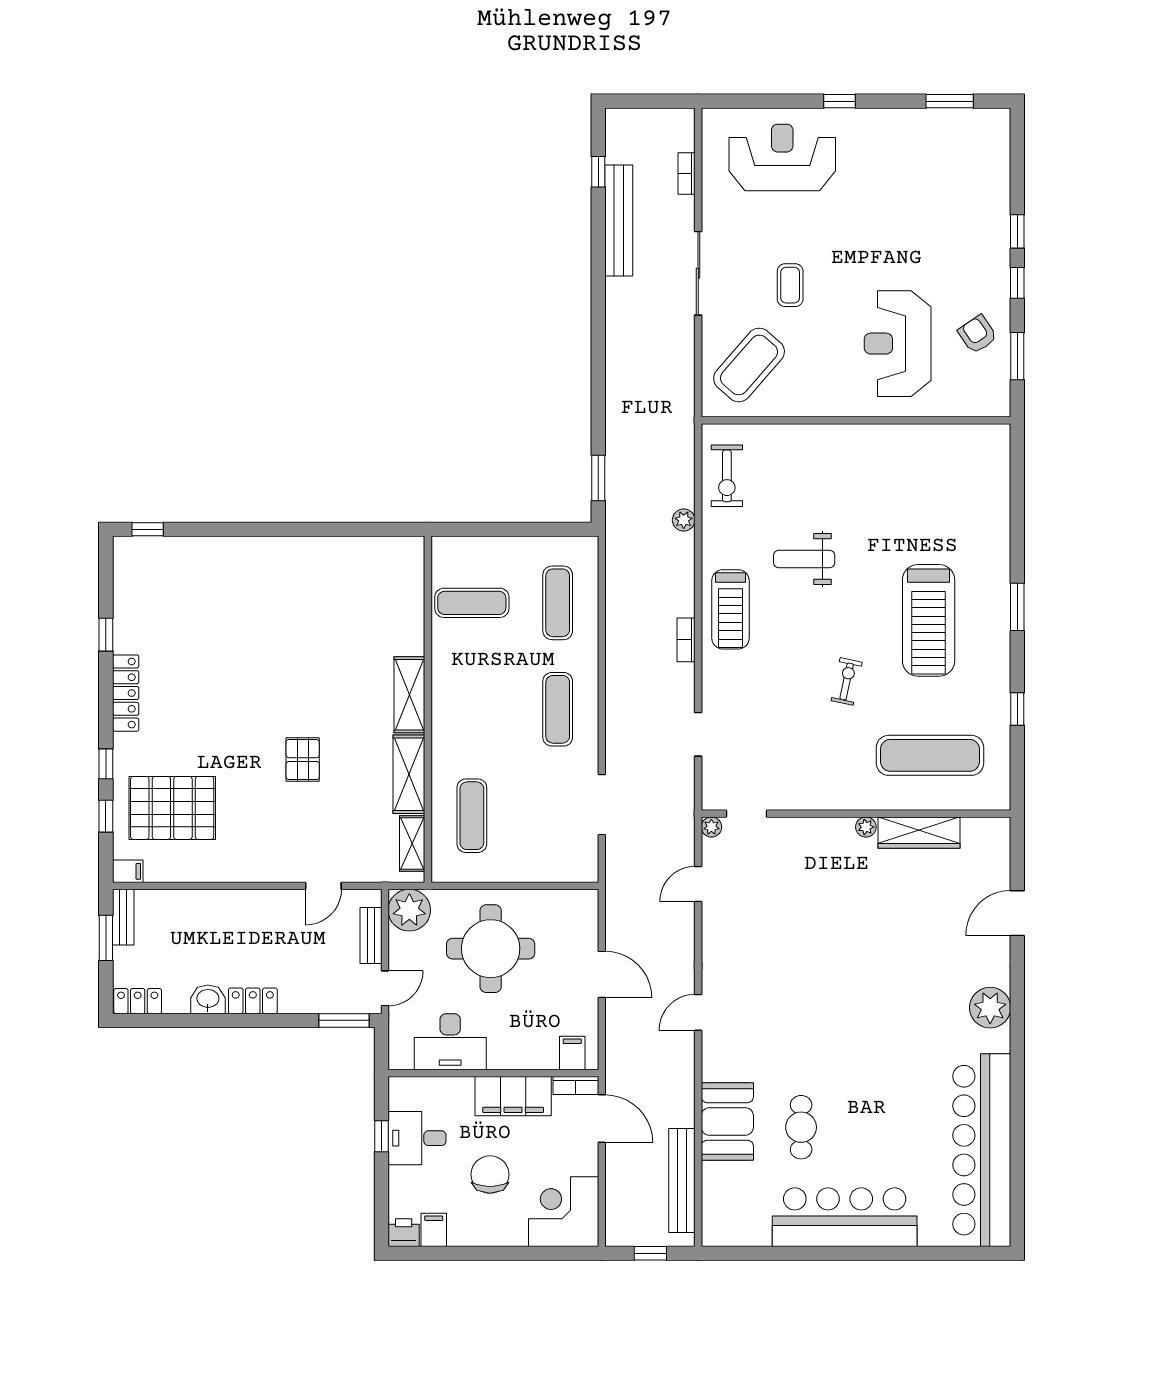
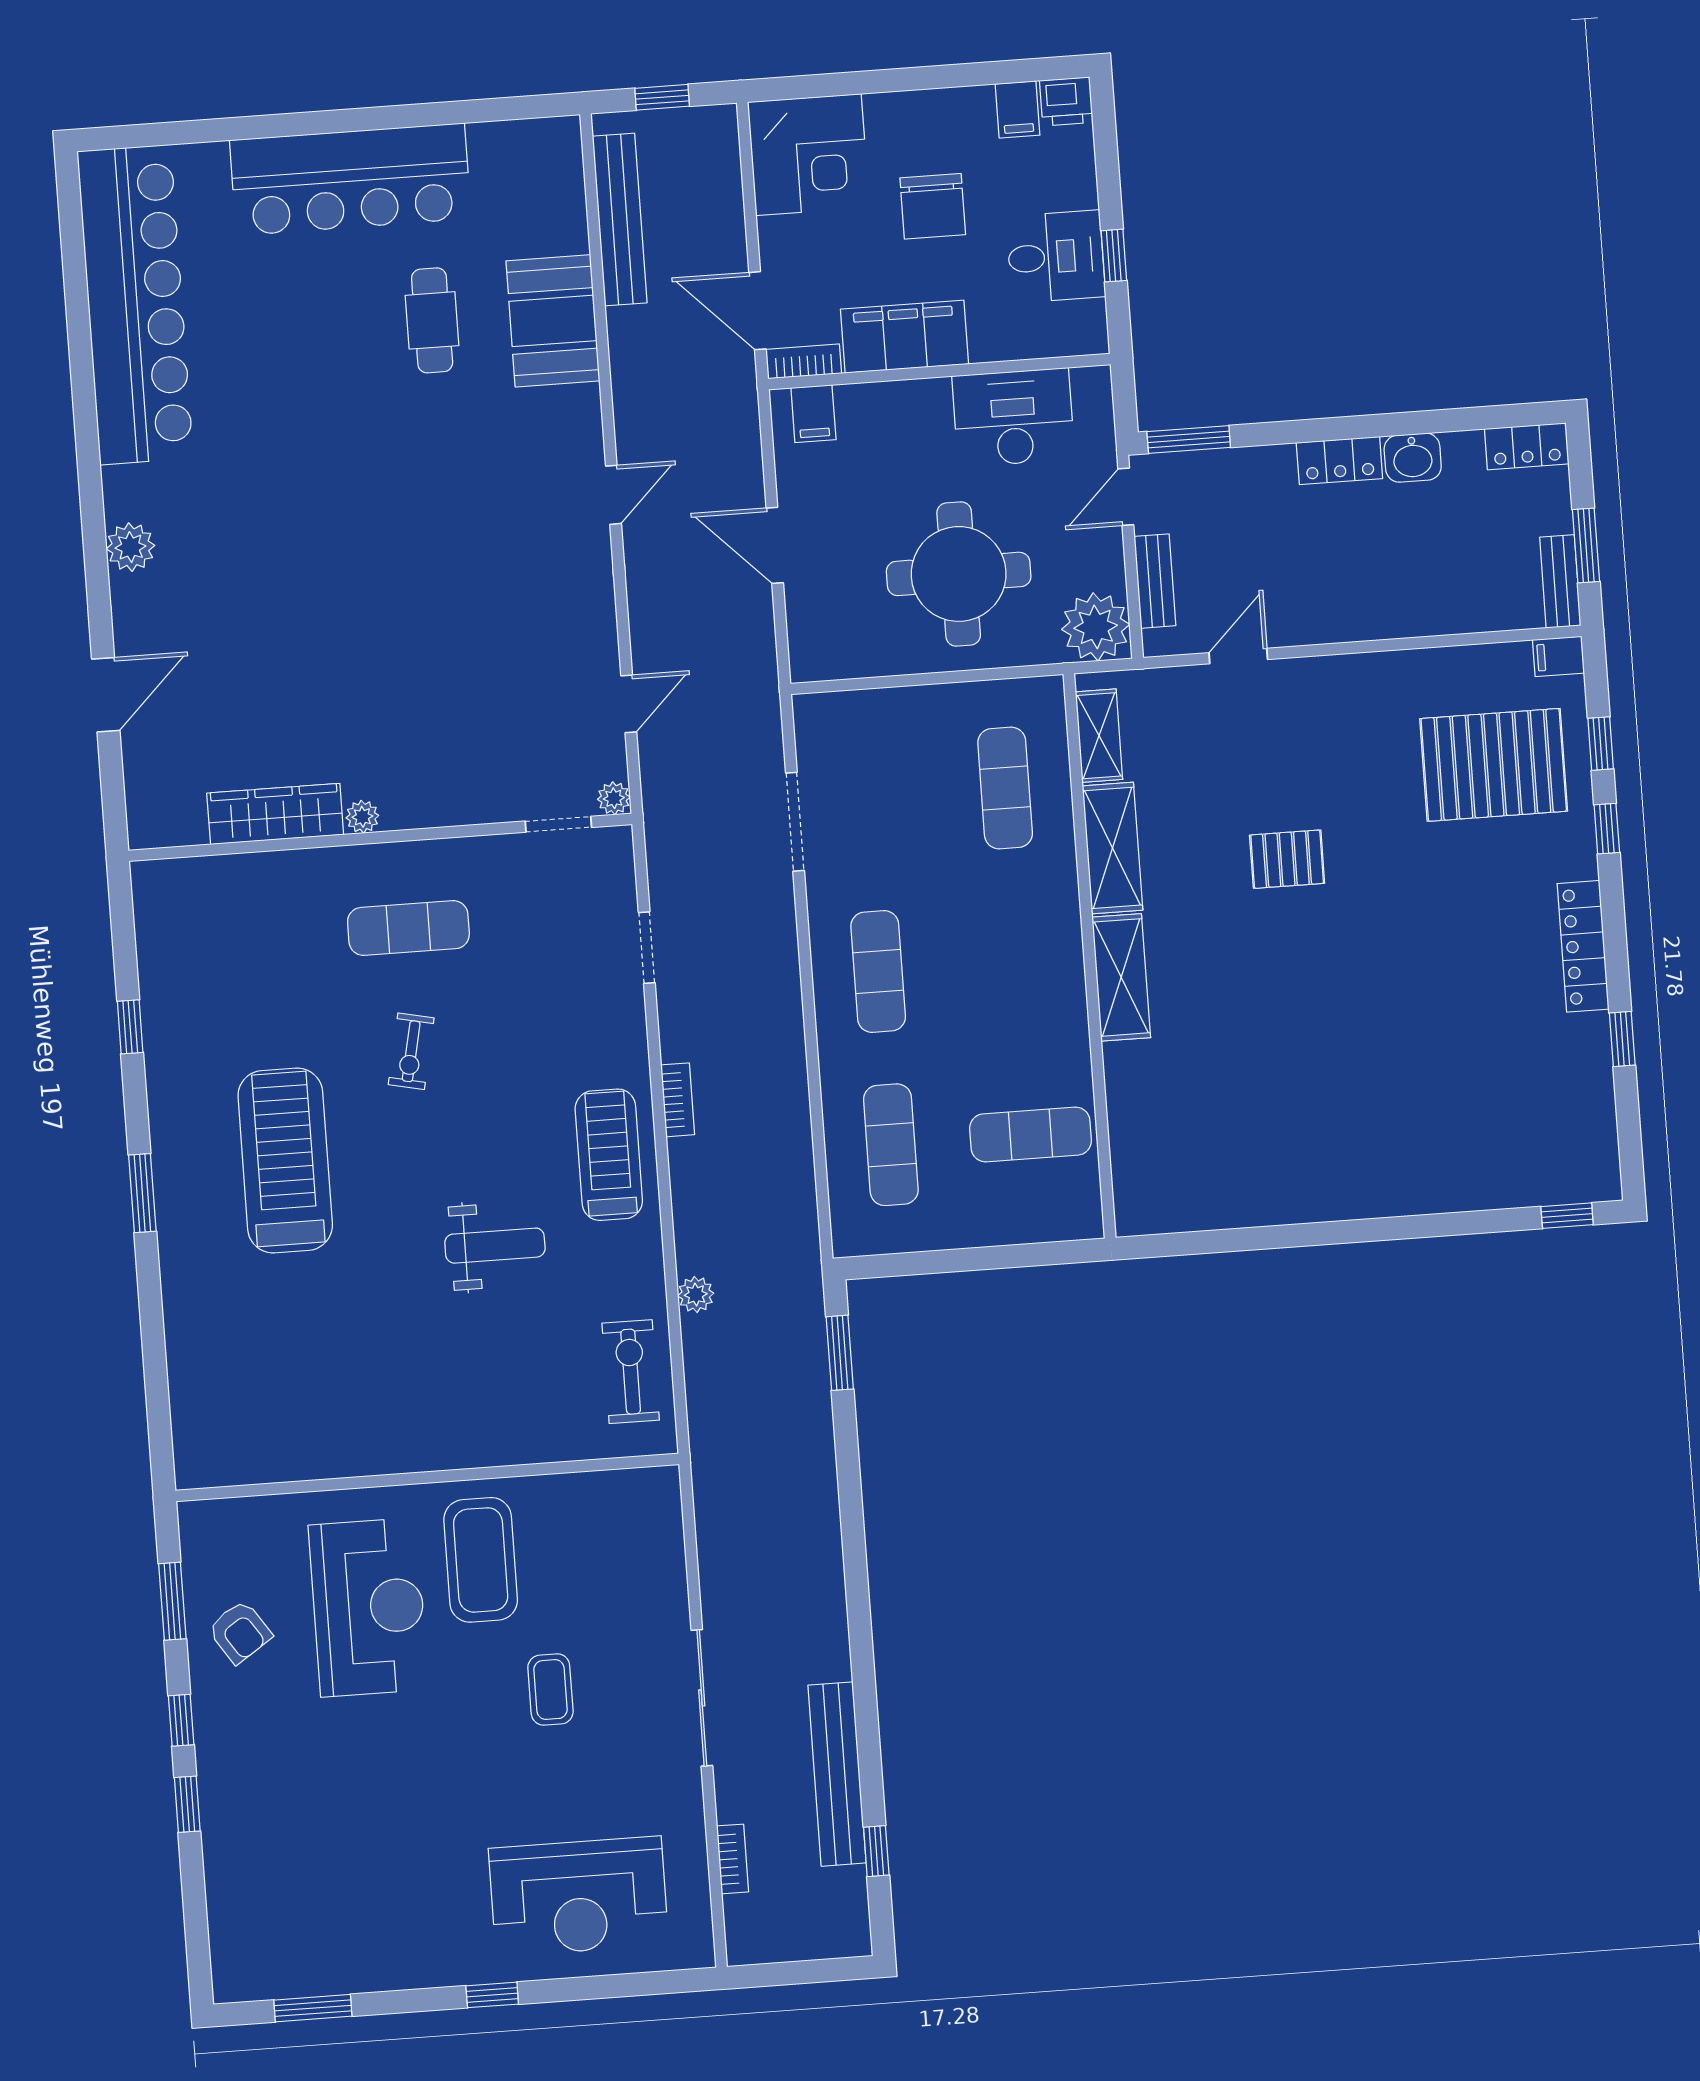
coffee table: (749, 365) -> (481, 1560), moved, turned -41
exercise mat: (930, 755) -> (408, 928), moved, width x0.73, depth x0.69
pallet: (303, 760) -> (1287, 859), turned 90
plant: (990, 1008) -> (130, 547), width x0.73, depth x0.73

